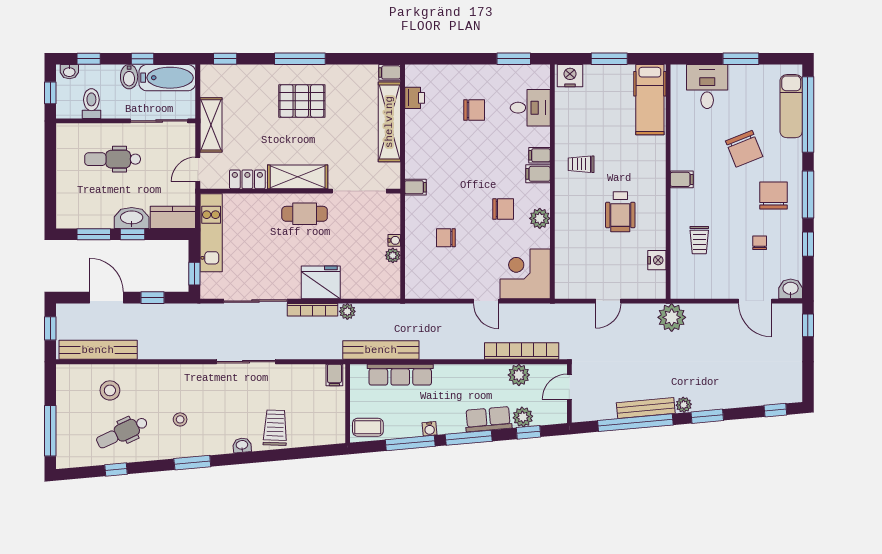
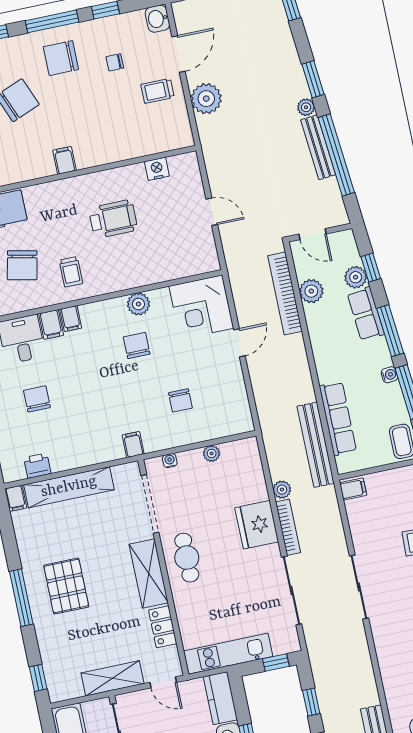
chair: (596, 122) -> (22, 265), added
filing cabinet: (538, 174) -> (51, 324), moved
water cooler: (394, 240) -> (170, 461), moved
trolley: (699, 240) -> (157, 91), moved, turned 180
plant: (672, 317) -> (206, 99), moved

